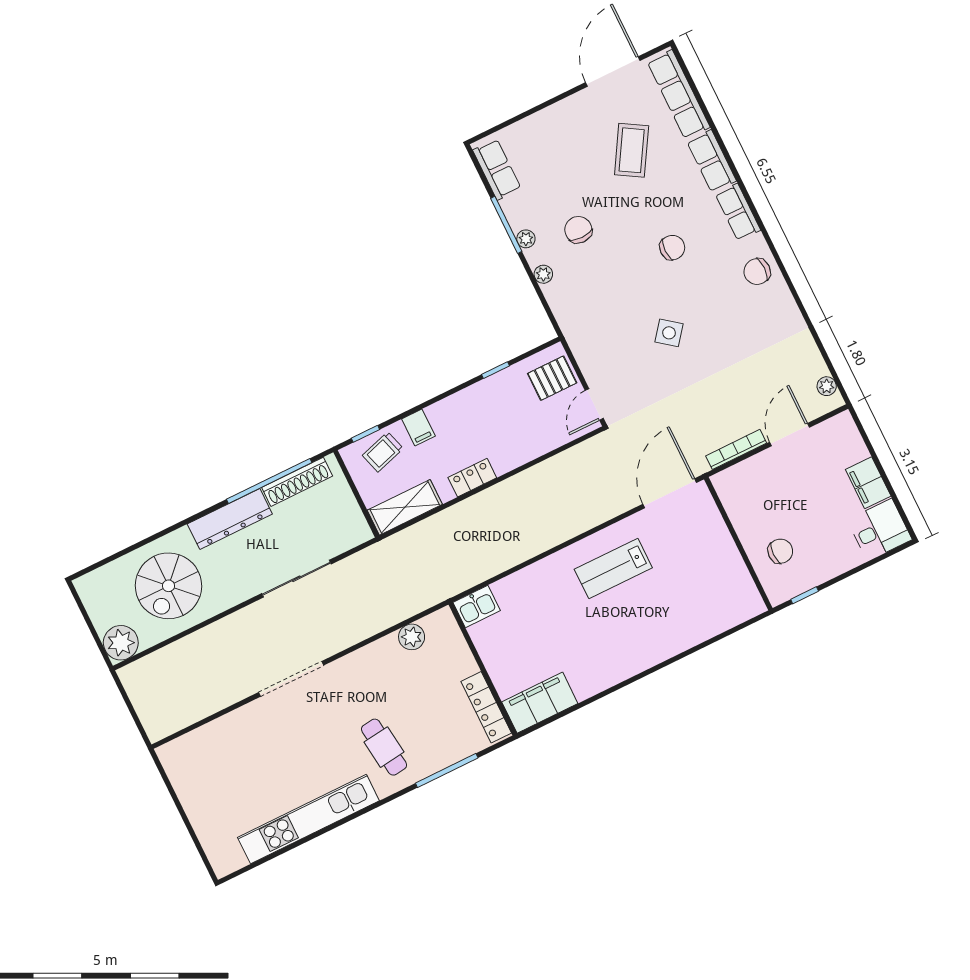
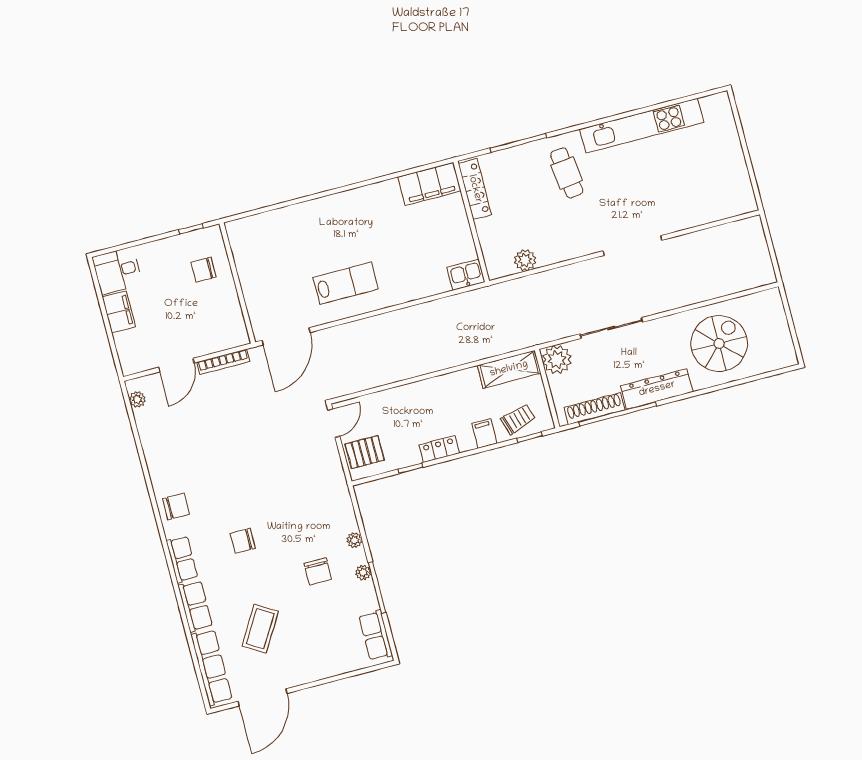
side table: (669, 333) -> (260, 470), removed
locker: (472, 478) -> (439, 449), moved, turned 180
plant: (121, 643) -> (557, 360), moved

